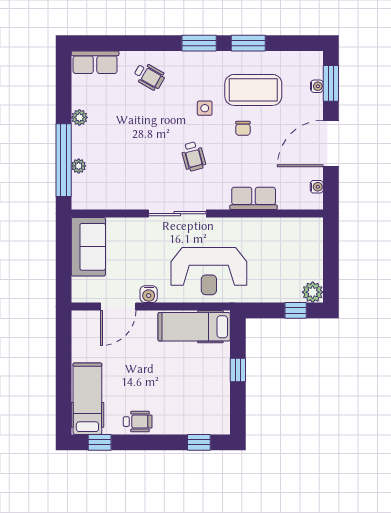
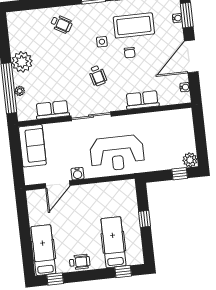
row of seats: (95, 62) -> (52, 110), moved, turned 180
plant: (79, 117) -> (22, 62), width x1.88, depth x1.88
hospital bed: (194, 327) -> (113, 242), moved, turned 90

